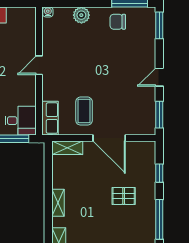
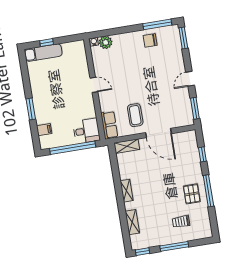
plant: (81, 15) -> (106, 42), moved
door: (39, 65) -> (94, 85), swing flipped
pallet: (124, 196) -> (192, 194), moved, turned 90

